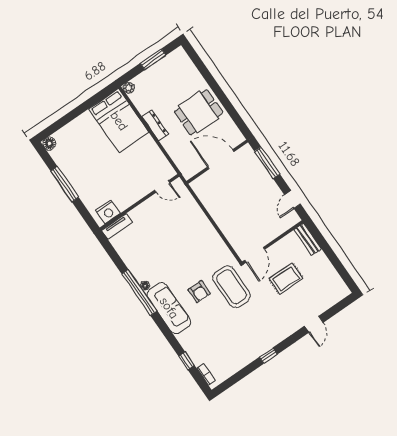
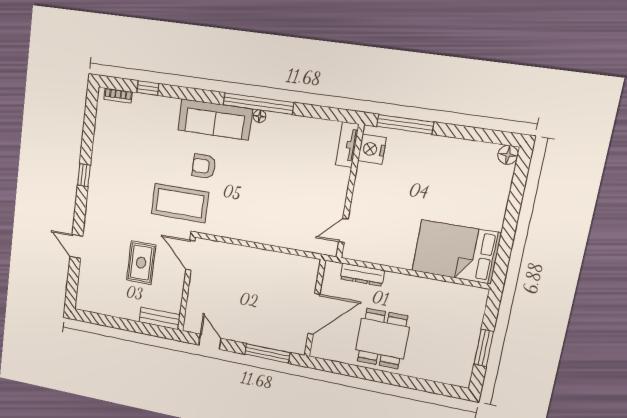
plant: (129, 88) -> (480, 295), removed
dresser: (155, 126) -> (362, 275), moved
window: (65, 184) -> (405, 124), moved

